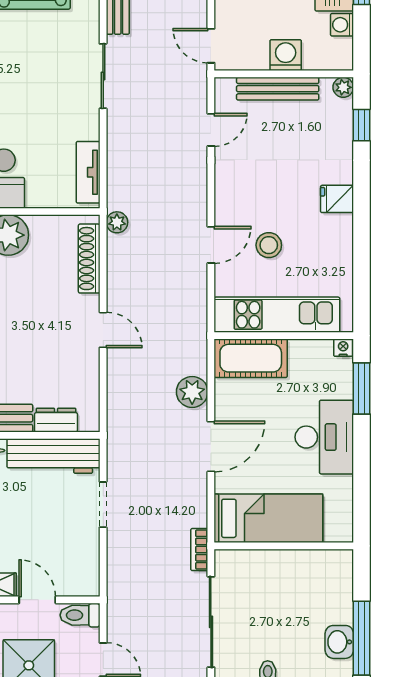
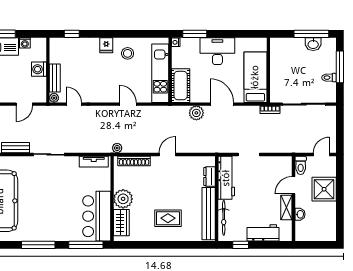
door: (211, 46) -> (24, 104), moved
plant: (343, 87) -> (54, 98), moved
bench: (278, 89) -> (55, 78), width x0.73
stool: (269, 245) -> (128, 53), moved

